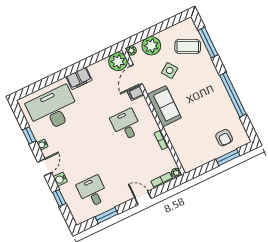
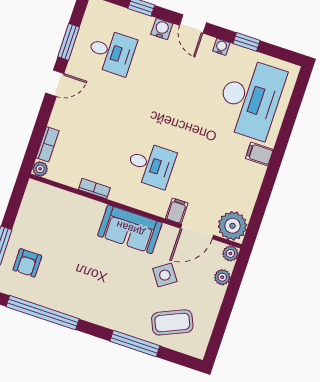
window: (208, 43) -> (135, 344), moved
plant: (151, 46) -> (222, 277), width x0.53, depth x0.53
coffee table: (188, 46) -> (172, 322), turned 40
door: (136, 75) -> (197, 232), swing flipped
filing cabinet: (79, 78) -> (259, 154), width x0.50
window: (233, 95) -> (43, 313), moved
armchair: (224, 138) -> (27, 263), turned -90
door: (143, 198) -> (55, 83), moved

